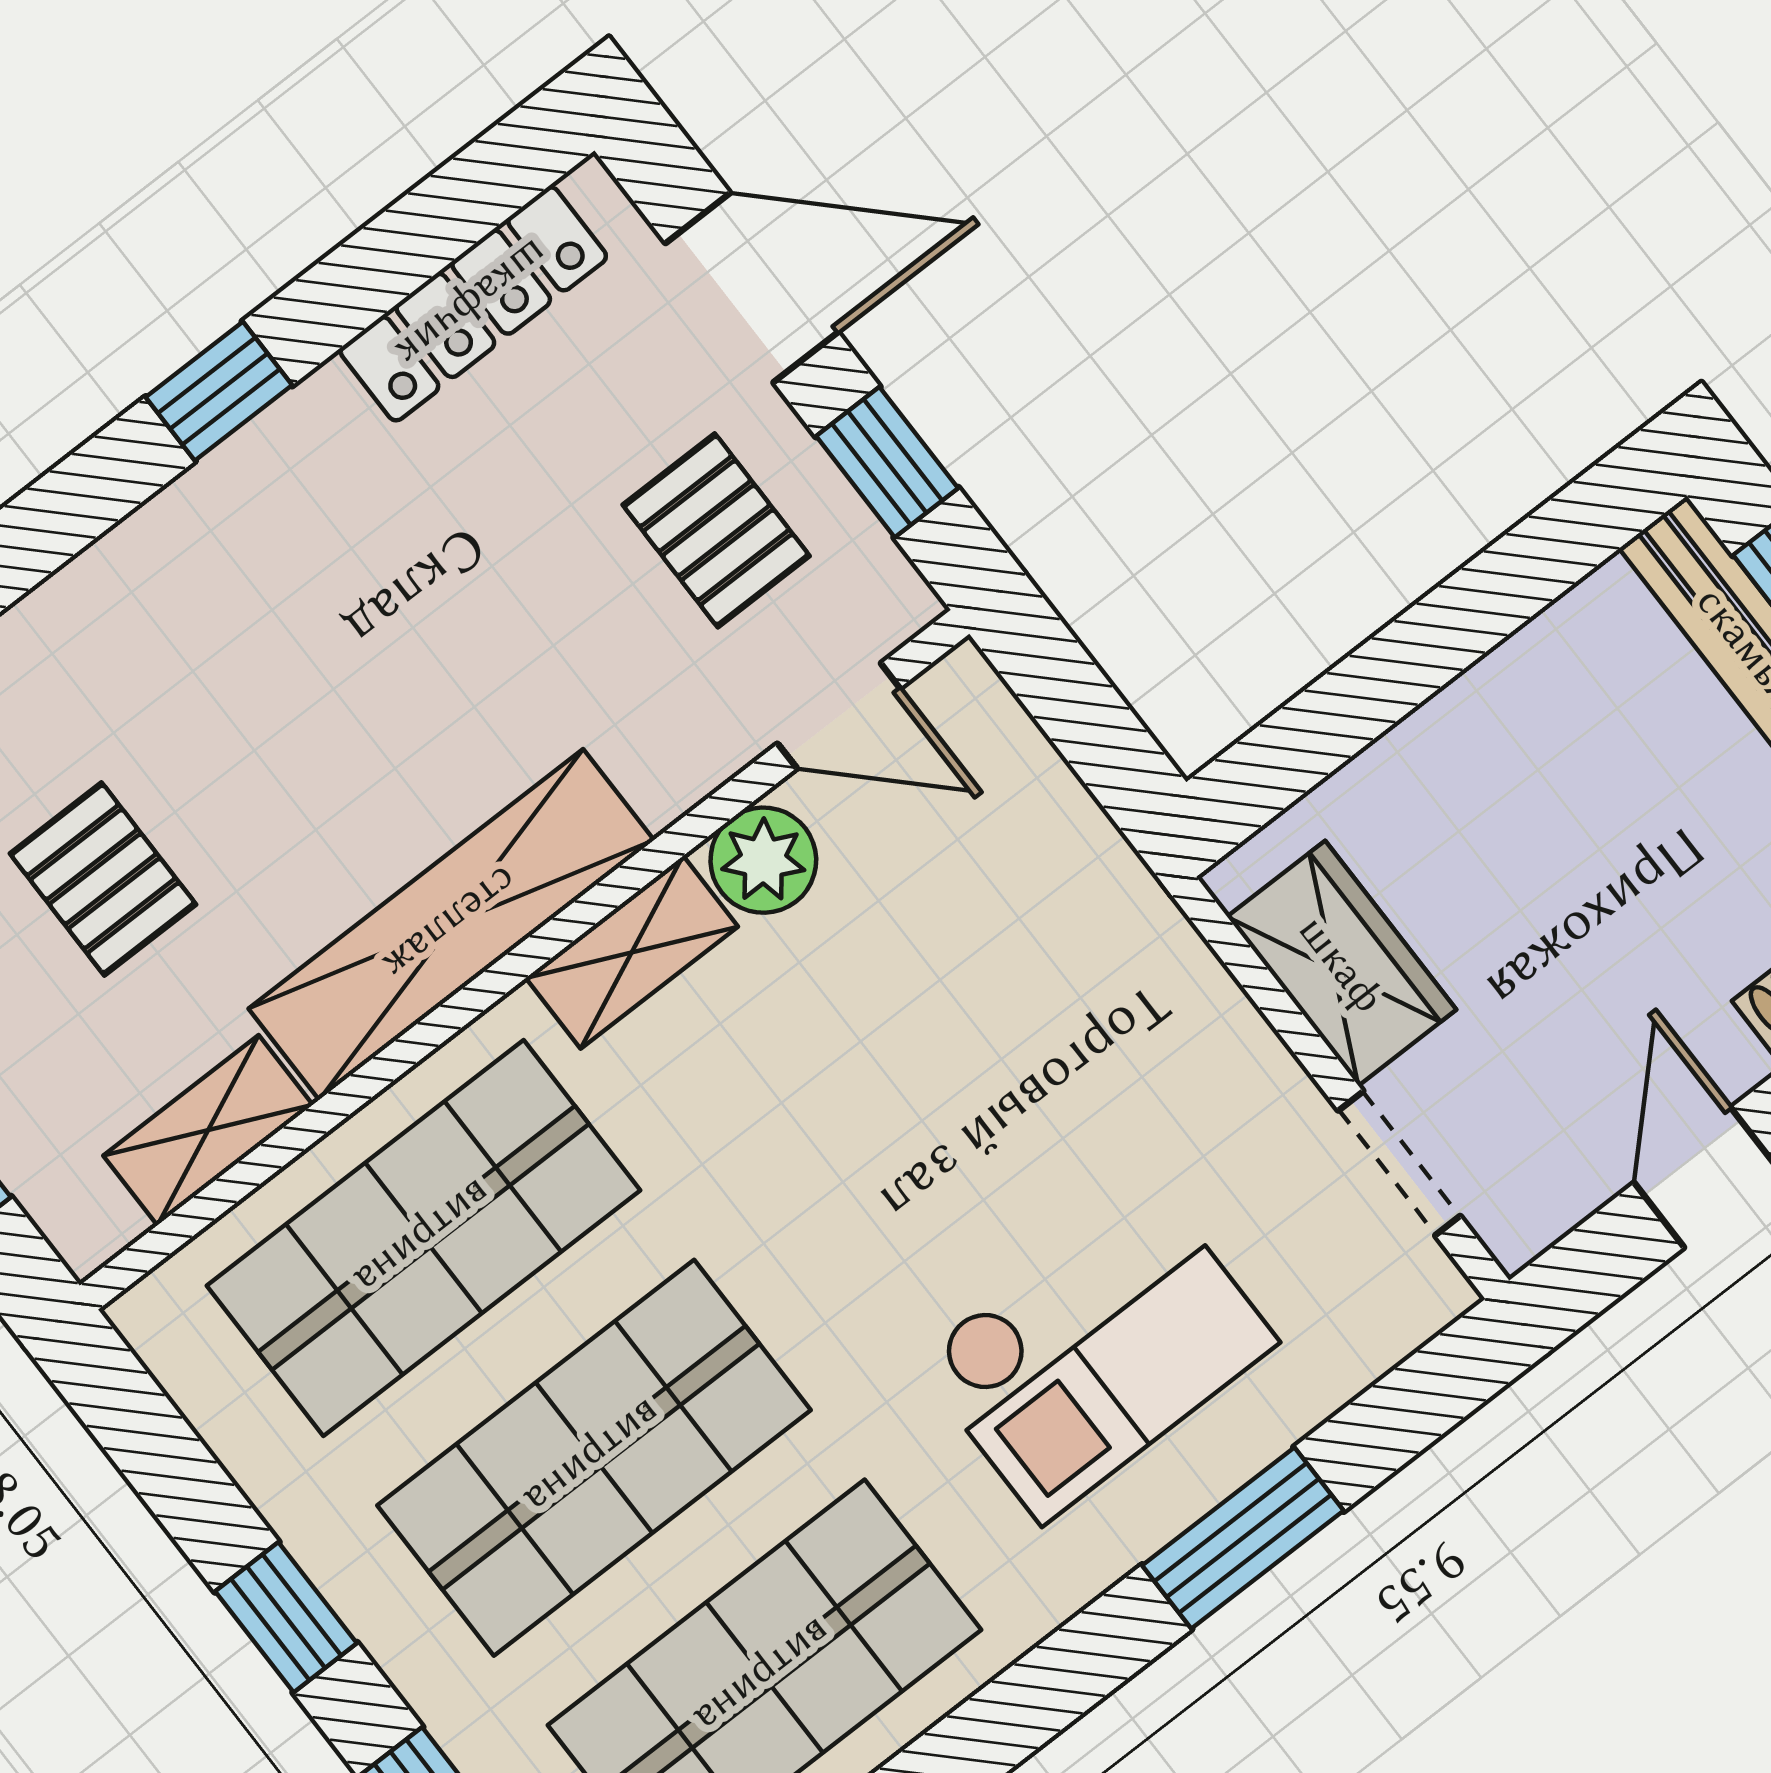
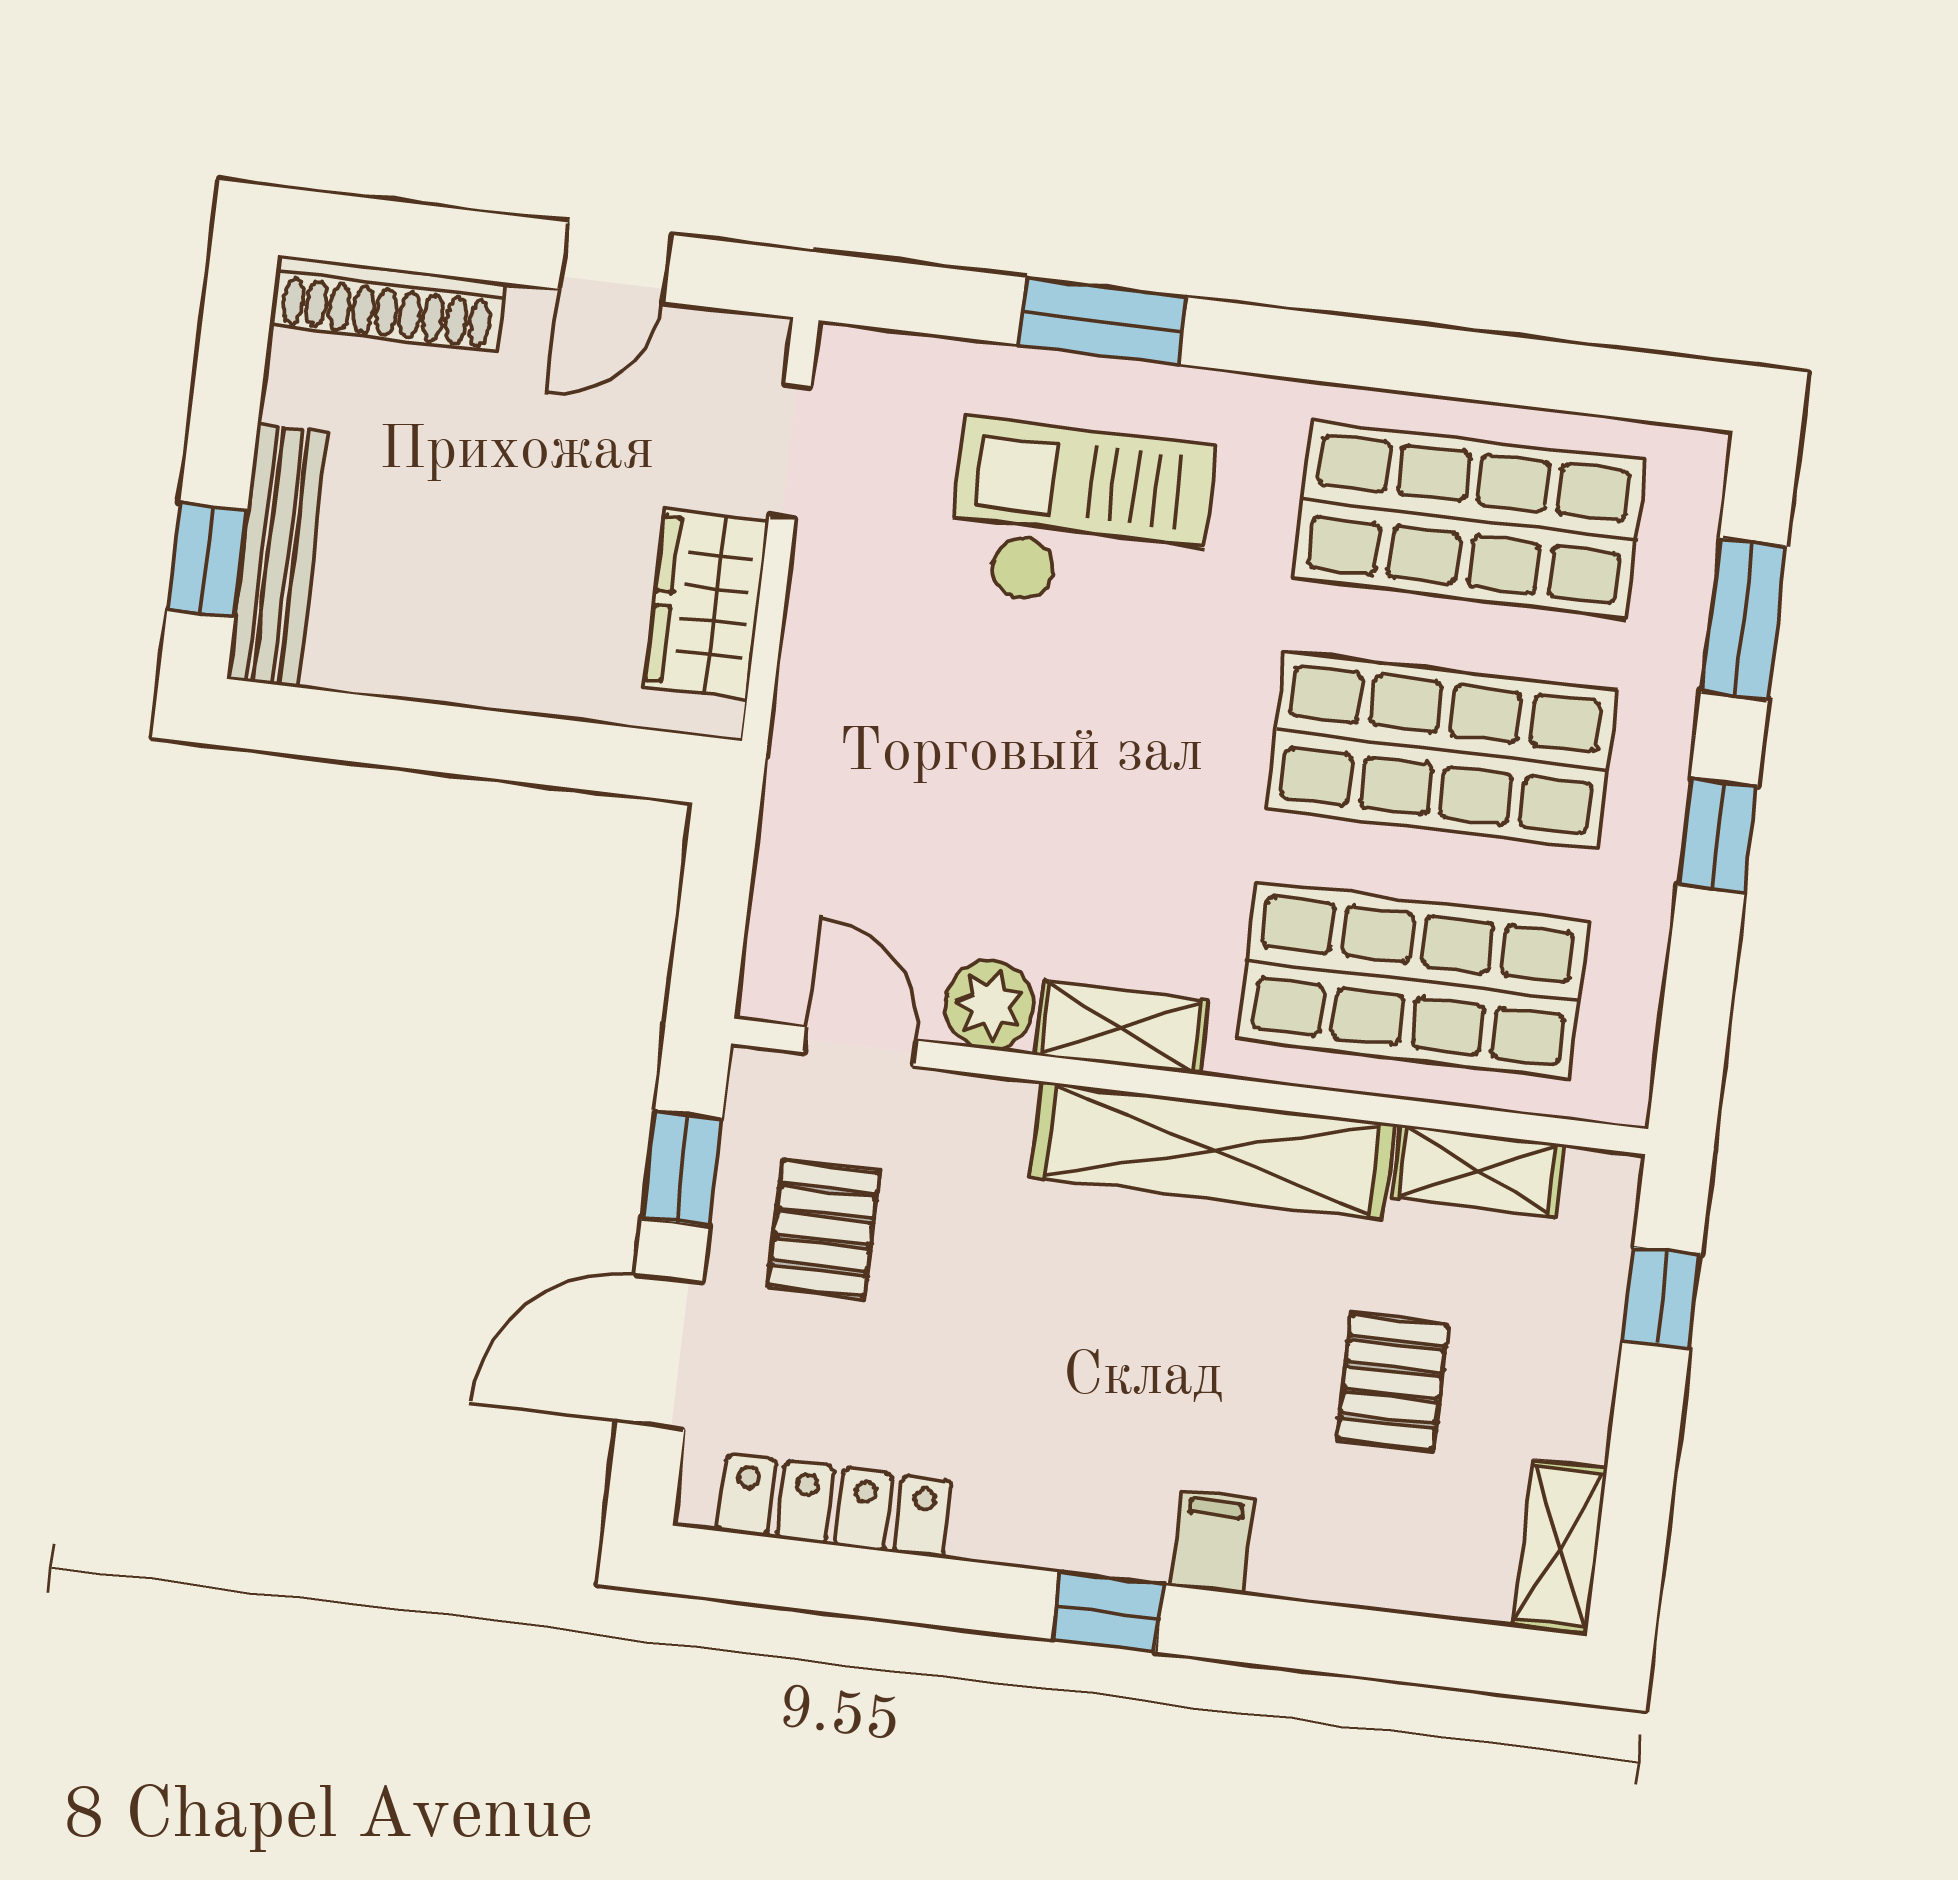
door: (752, 288) -> (660, 1352), hinge flipped
window: (219, 391) -> (1108, 1612), moved
filing cabinet: (121, 591) -> (1212, 1542), added

